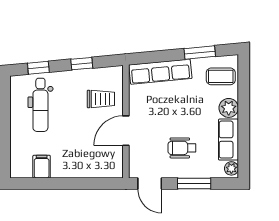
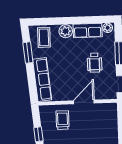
door: (126, 131) -> (84, 102), swing flipped

